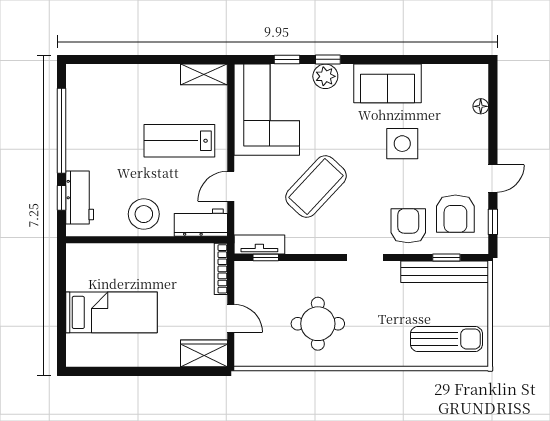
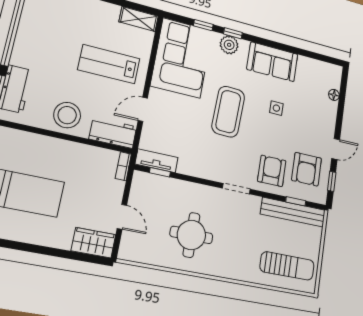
side table: (402, 144) -> (276, 108), width x0.54, depth x0.54
coffee table: (316, 186) -> (228, 112), moved, turned -41
bookcase: (221, 269) -> (123, 166), width x0.64

